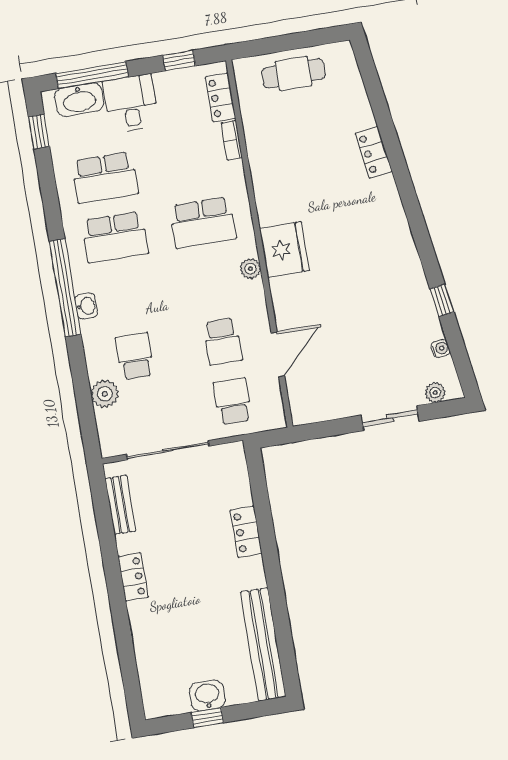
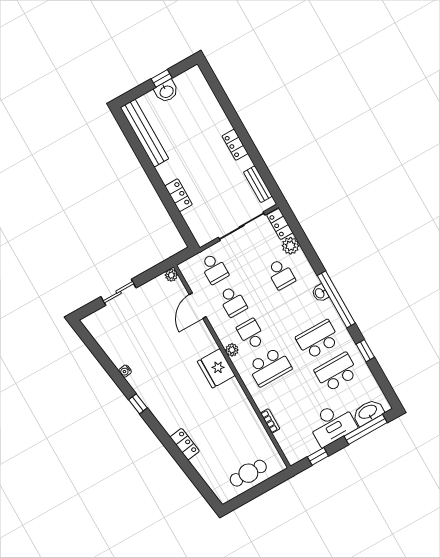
locker: (221, 98) -> (280, 224), moved, turned 180
desk: (131, 103) -> (332, 424), width x1.37
window: (39, 132) -> (365, 351), moved
school desk: (203, 222) -> (270, 367), turned 180
school desk: (213, 282) -> (251, 334), added
window: (442, 300) -> (138, 404), moved
school desk: (223, 342) -> (233, 301), turned 180
water cooler: (440, 348) -> (125, 371), moved
plant: (435, 393) -> (171, 275), moved

